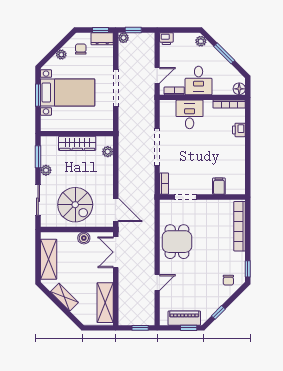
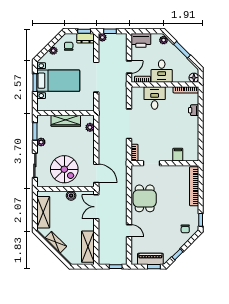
printer: (166, 39) -> (141, 40), width x1.87, depth x1.48
door: (157, 283) -> (129, 231), hinge flipped

